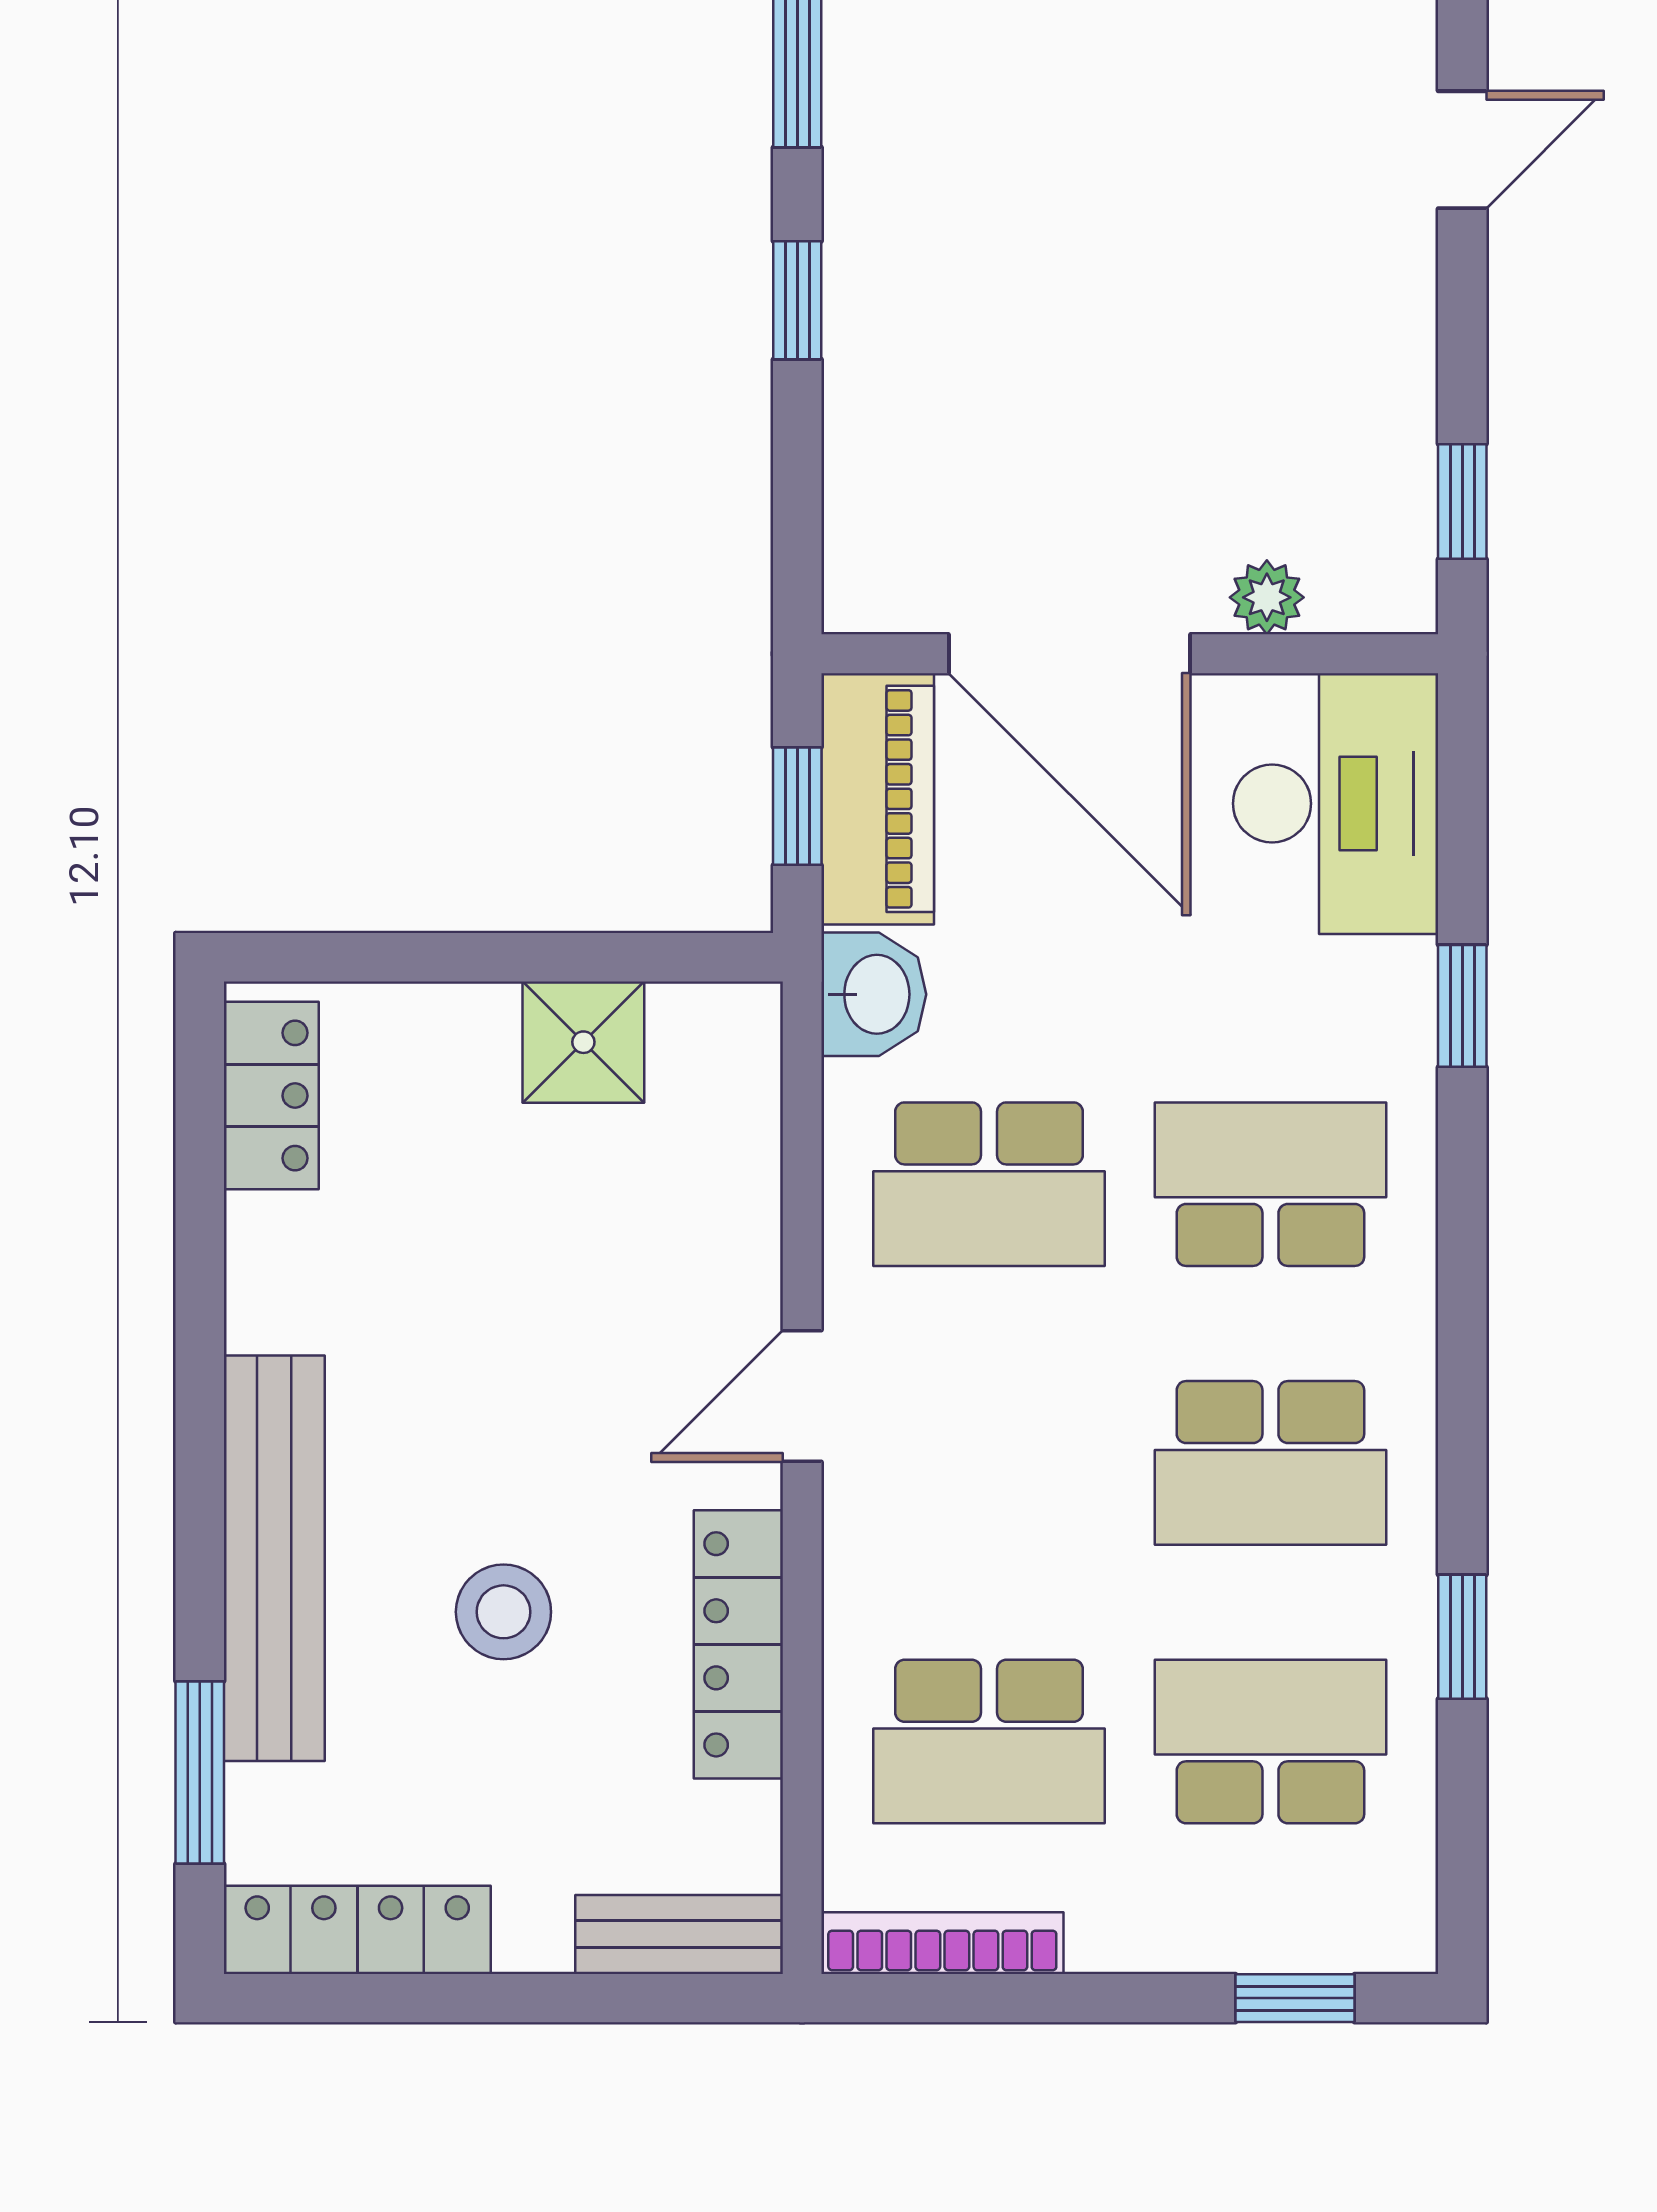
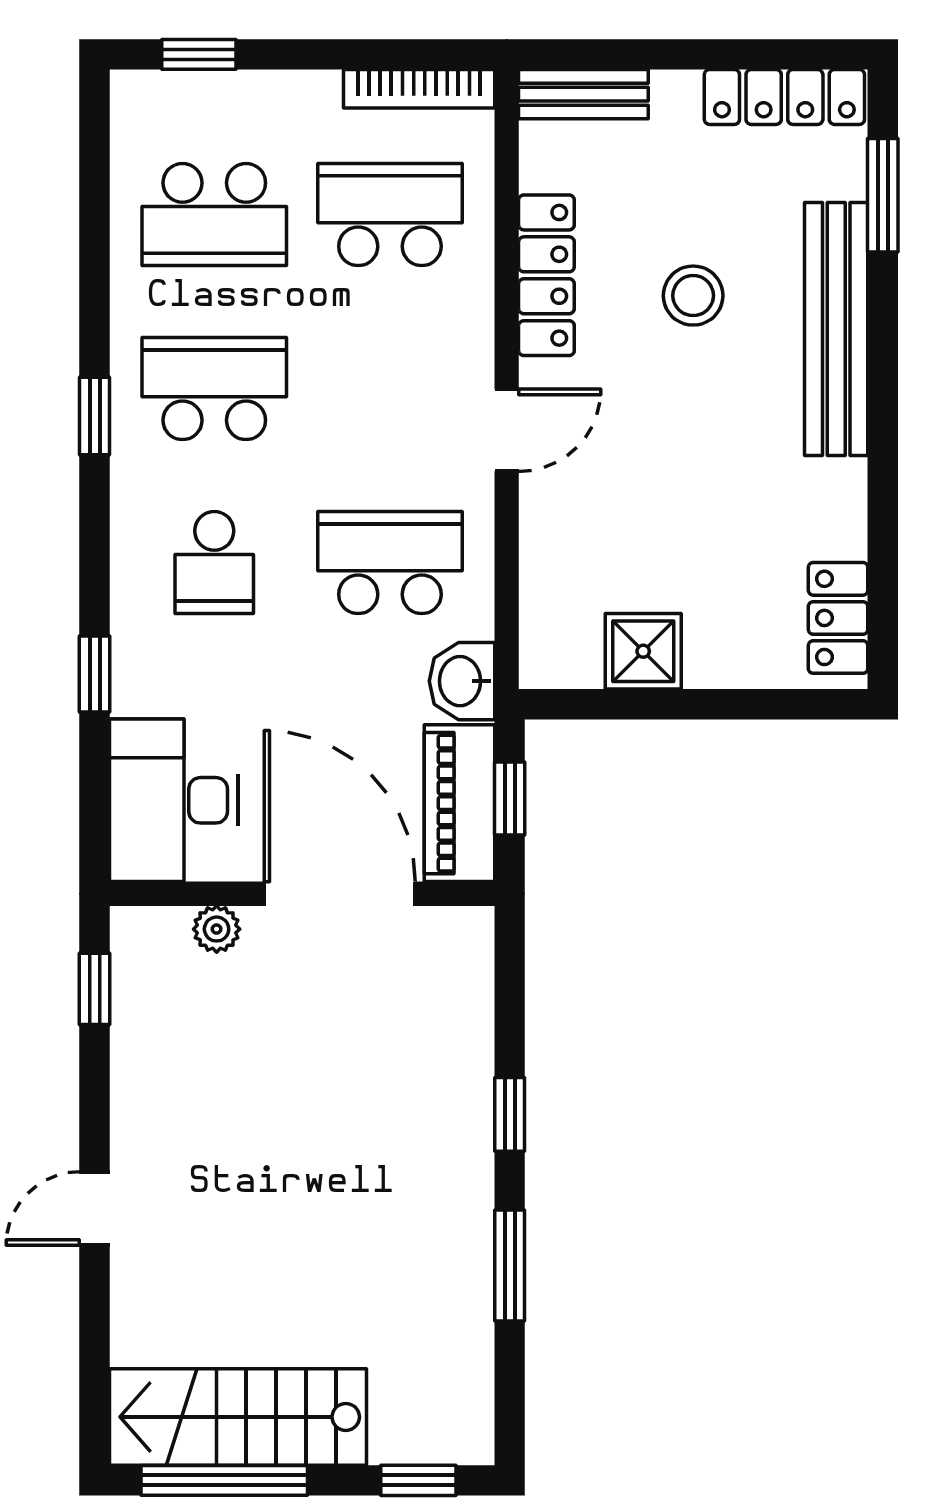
school desk: (1270, 1184) -> (214, 563), width x0.54
window: (1462, 1637) -> (95, 416), moved

